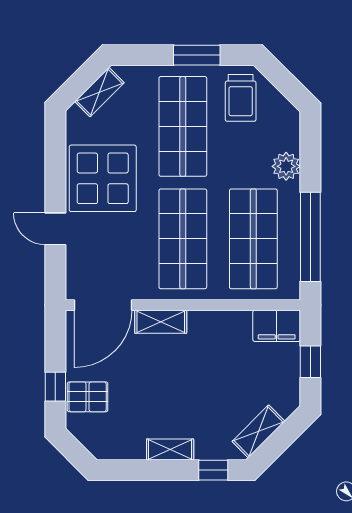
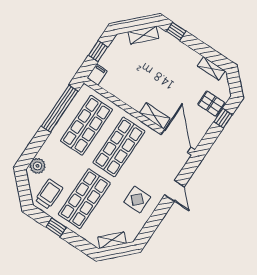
window: (197, 55) -> (56, 227), width x0.67
plant: (286, 166) -> (37, 166), moved
display table: (103, 178) -> (137, 199), width x0.54, depth x0.54
door: (103, 305) -> (176, 141), hinge flipped
filing cabinet: (277, 326) -> (97, 74), width x0.50
shelving: (170, 449) -> (211, 68), moved

